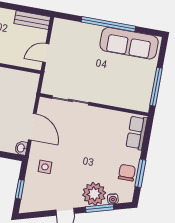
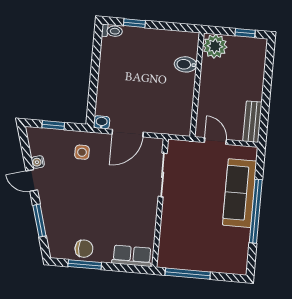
sofa: (129, 43) -> (240, 193), moved
plant: (94, 194) -> (56, 213), removed
water cooler: (113, 199) -> (38, 162), moved

